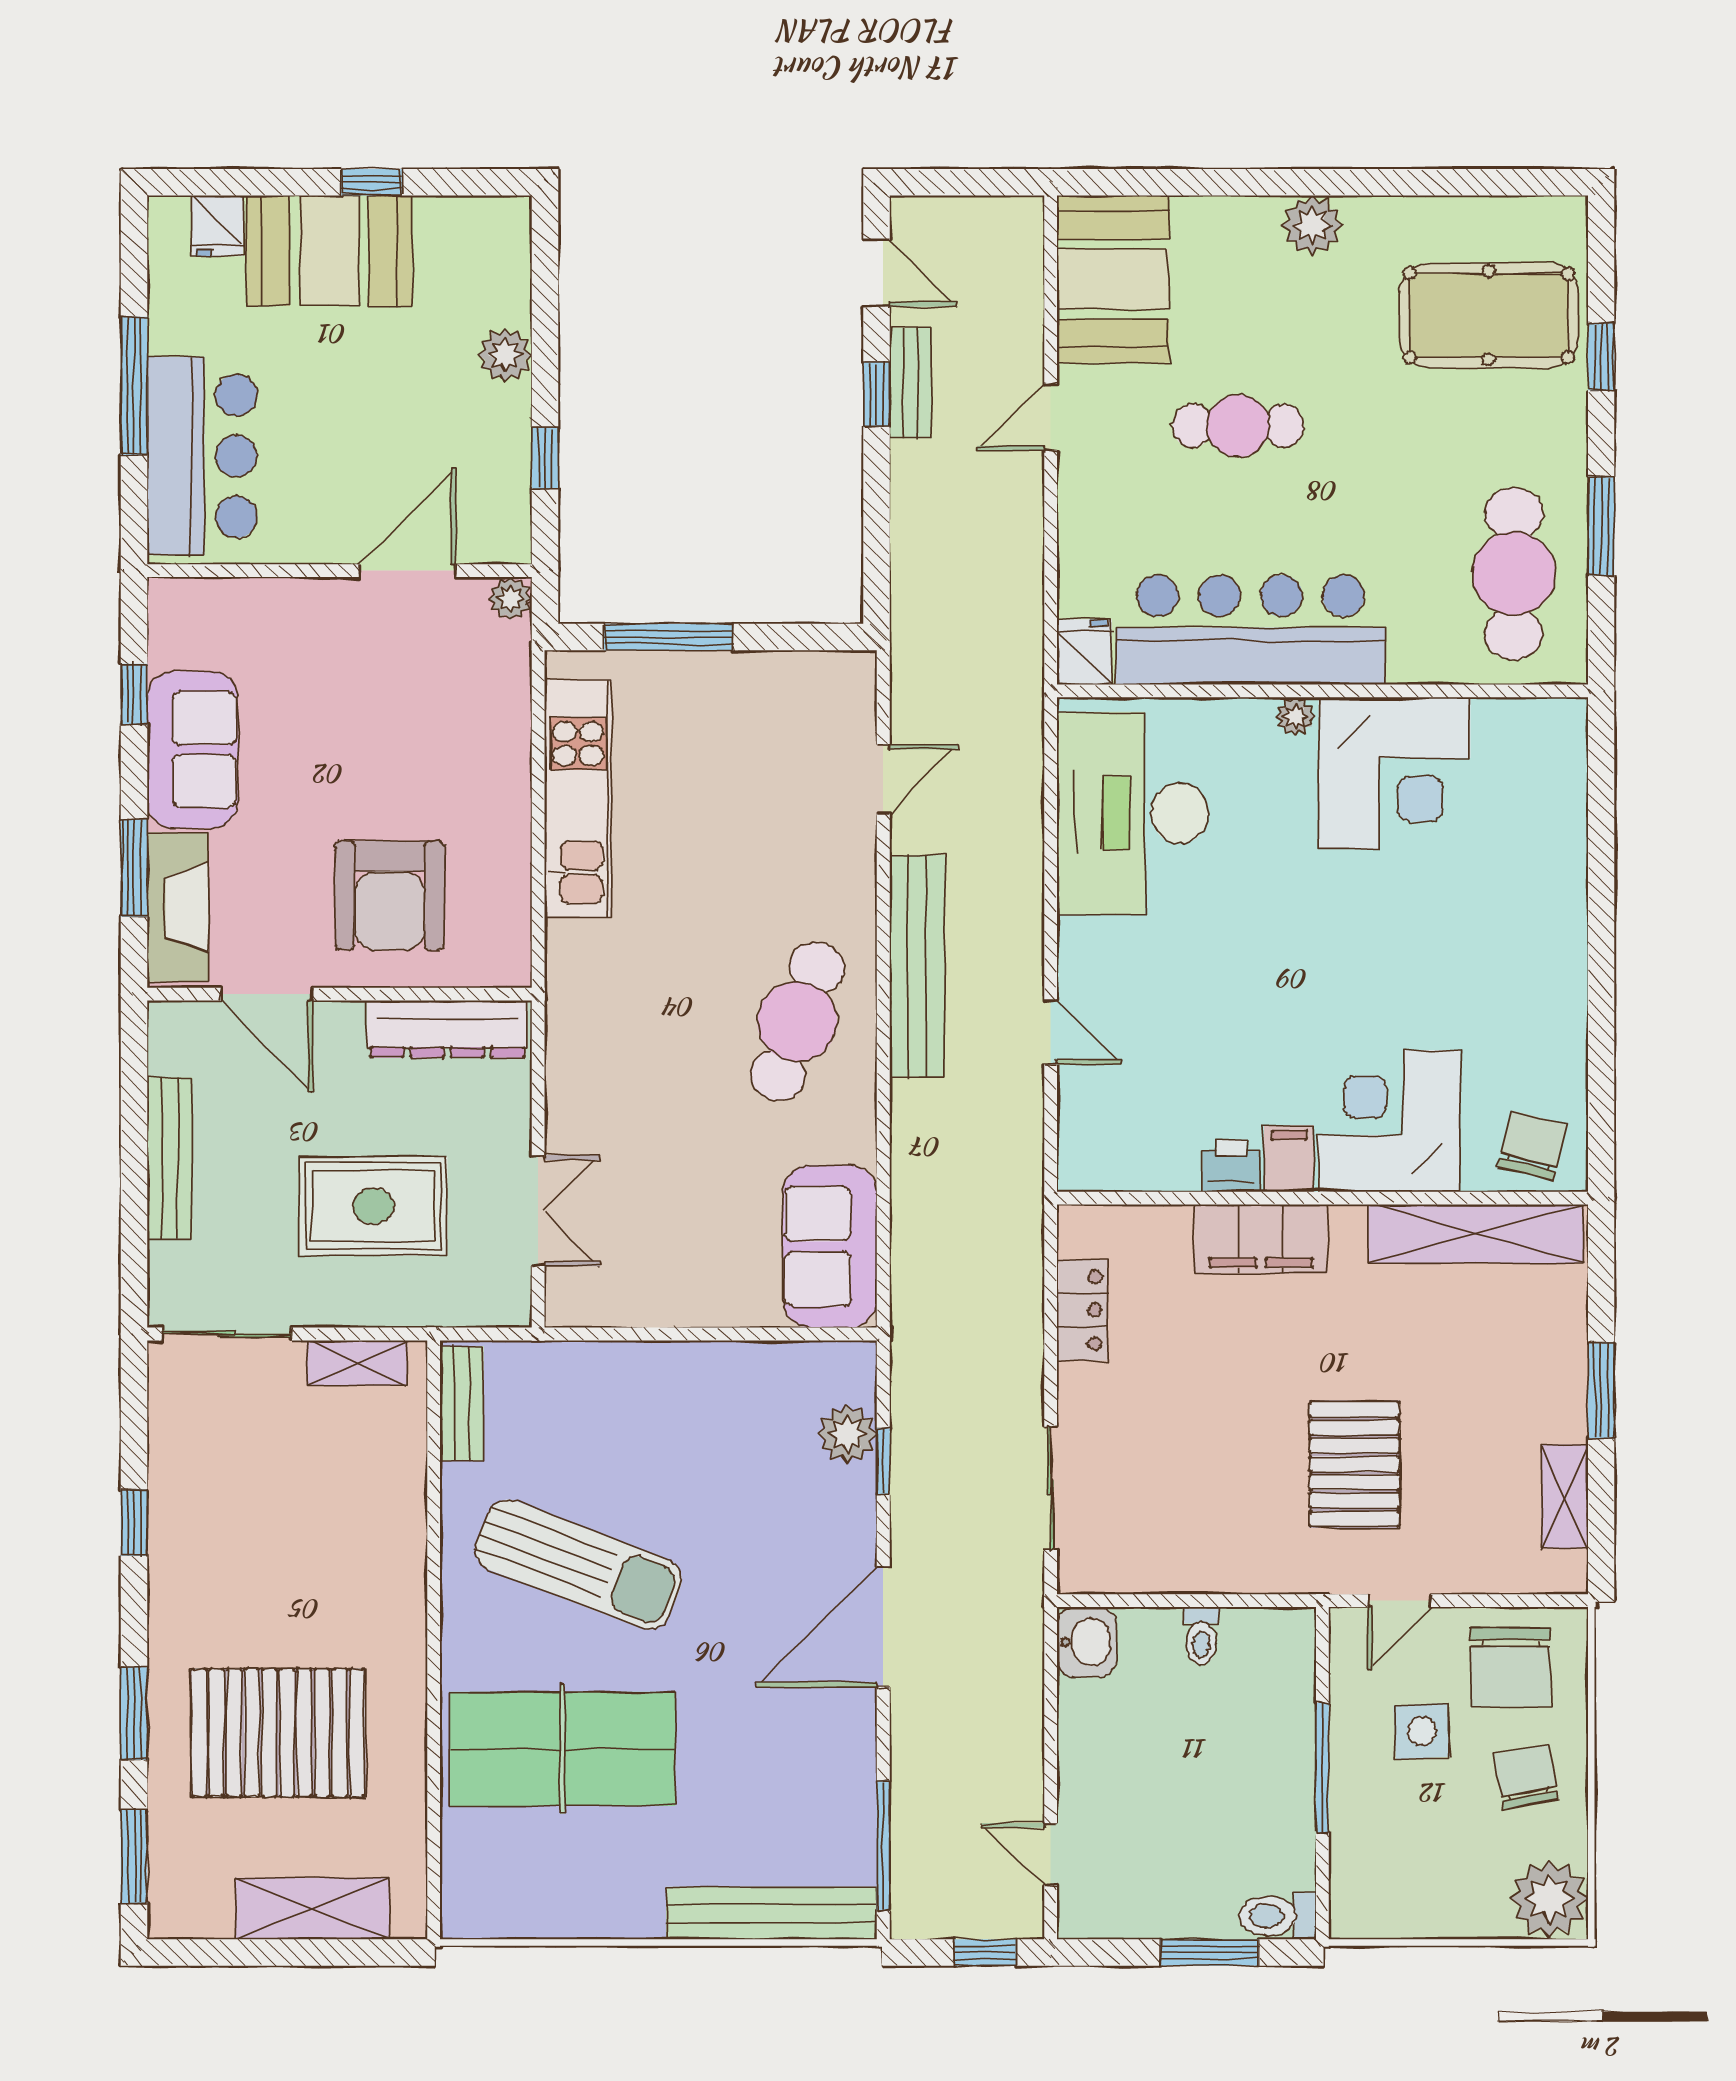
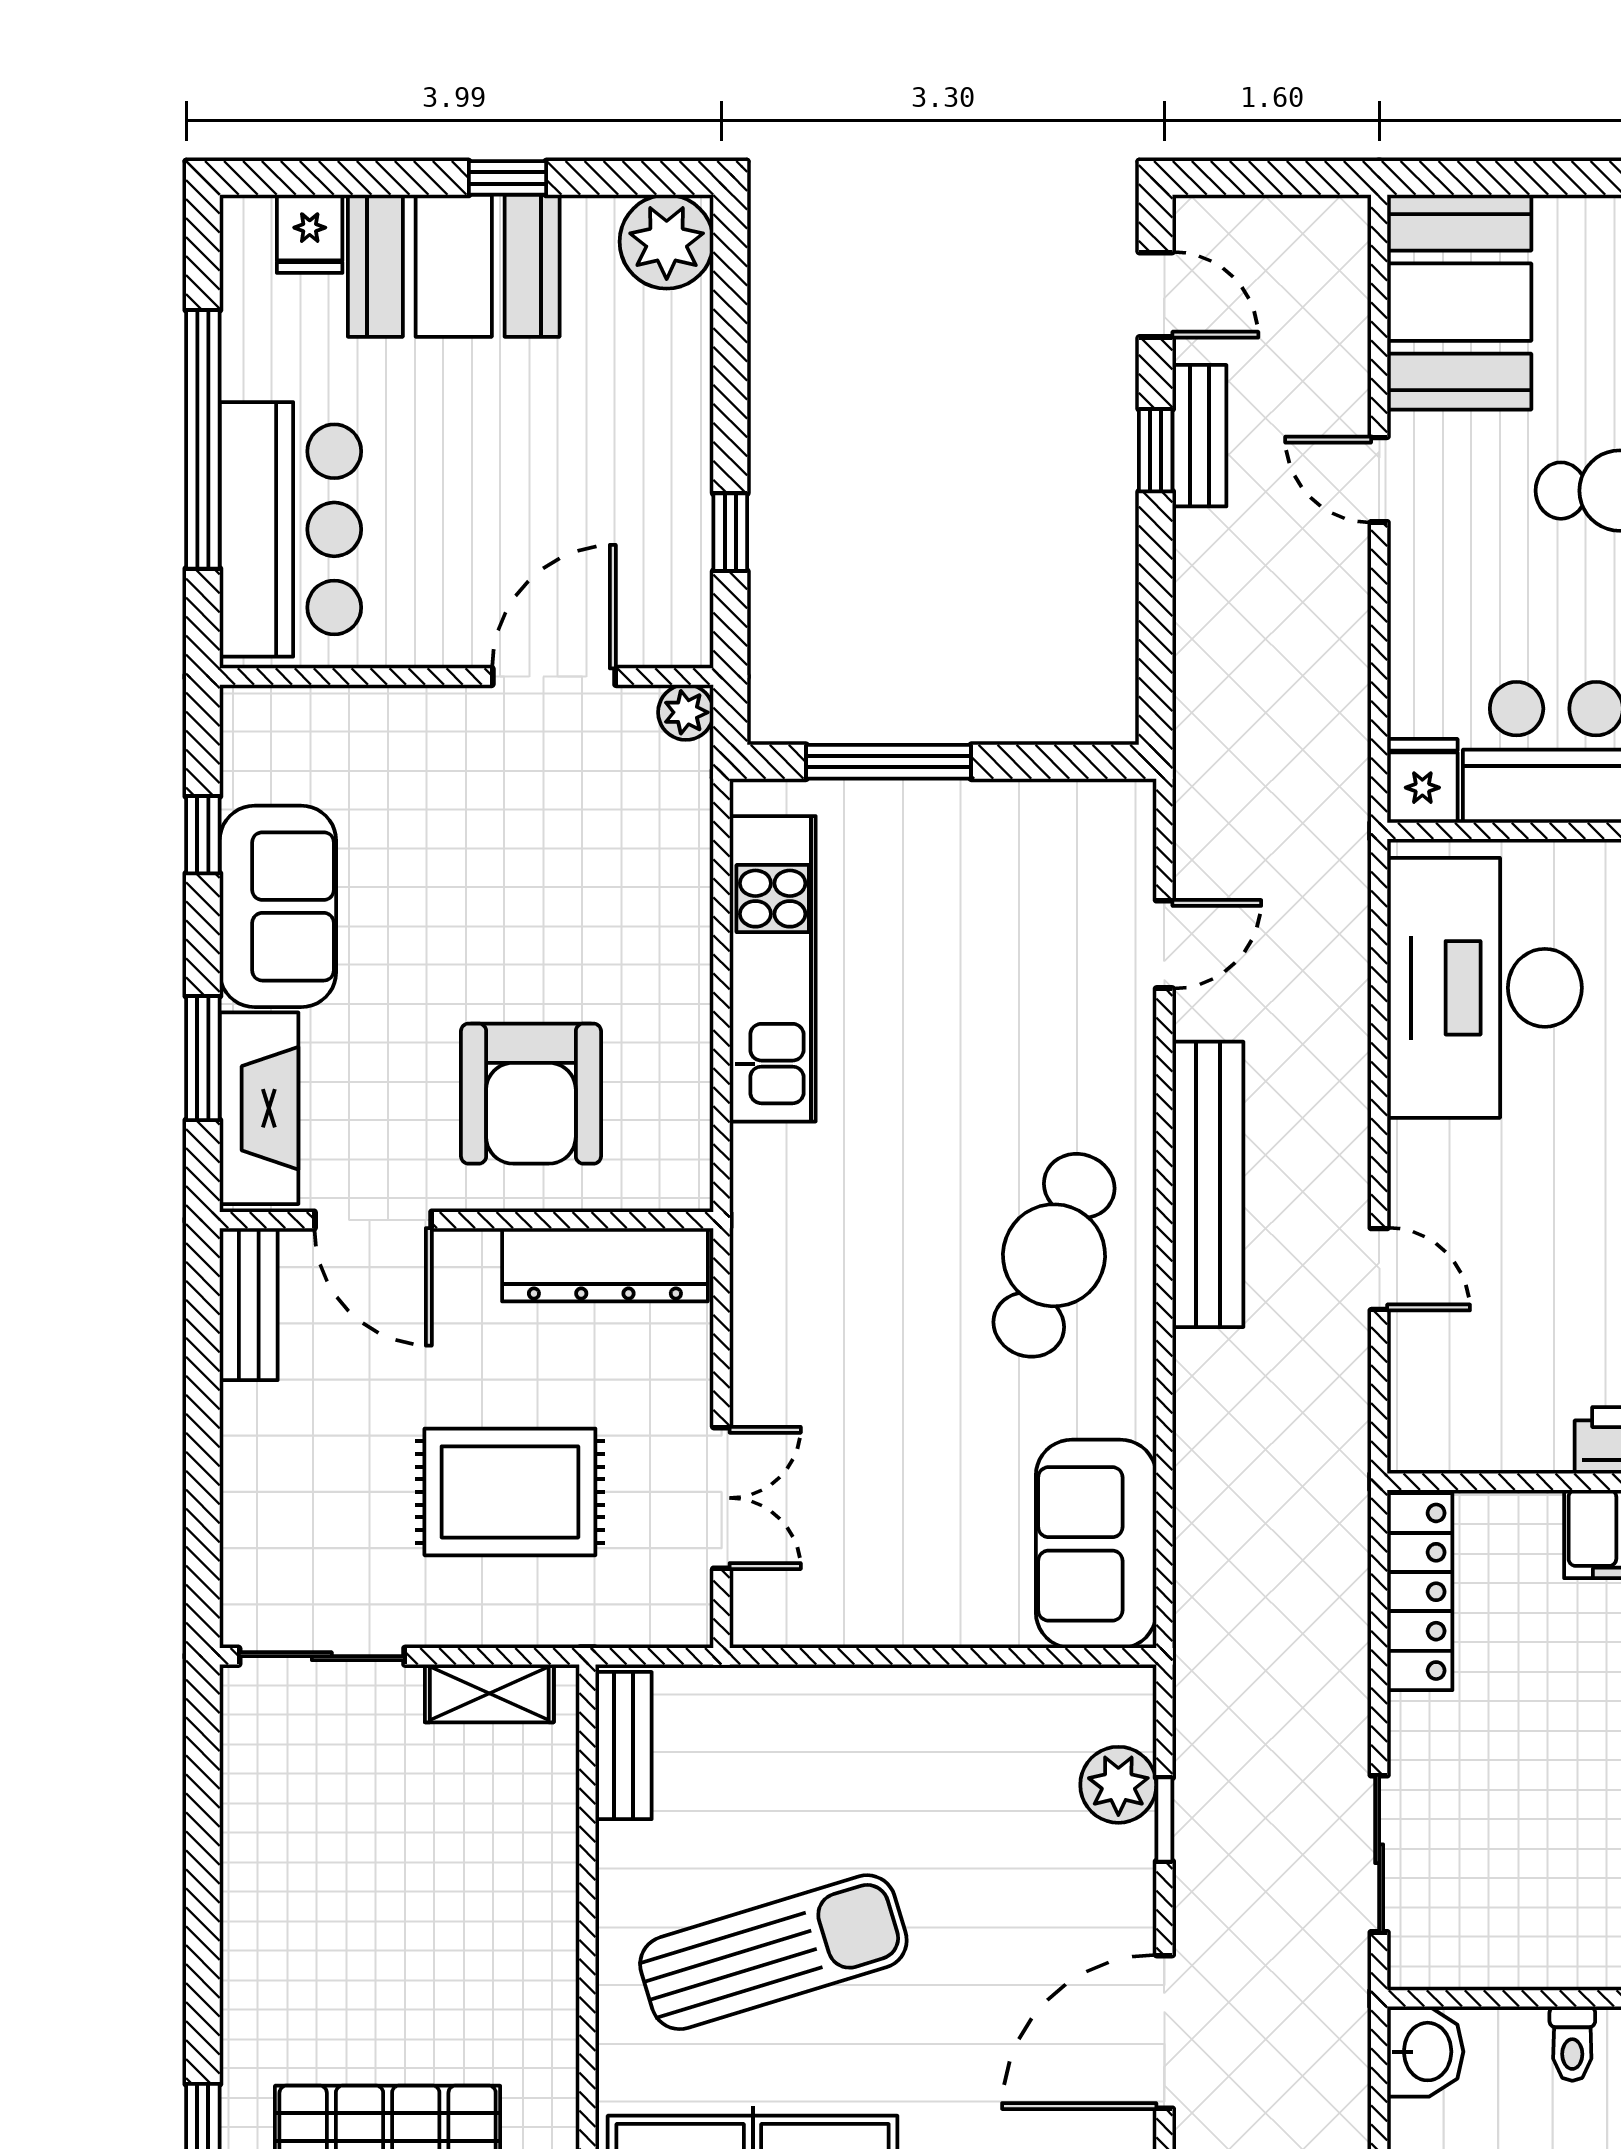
plant: (505, 355) -> (667, 242), moved, width x1.36, depth x1.36
window: (134, 386) -> (203, 439), width x1.46
door: (1051, 417) -> (1379, 480), hinge flipped
bench: (170, 1158) -> (249, 1304), moved, width x0.73
locker: (1082, 1310) -> (1420, 1592), width x1.53
window: (134, 1523) -> (203, 1898), removed
sun lounger: (579, 1565) -> (773, 1952), turned -38

